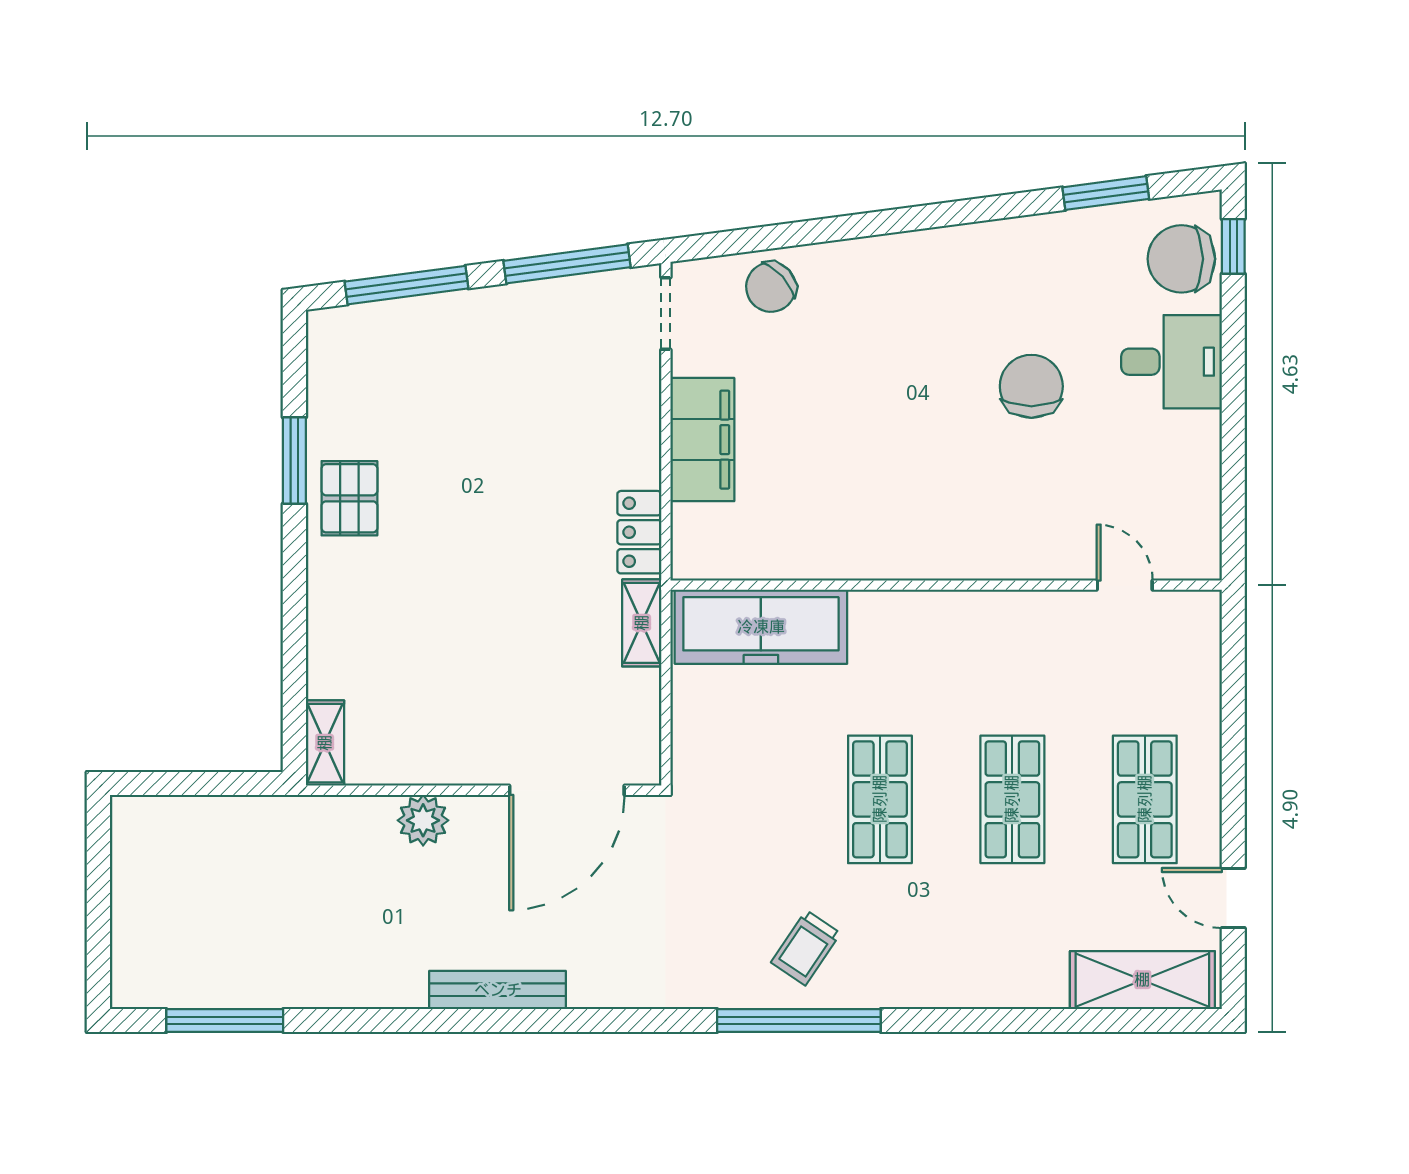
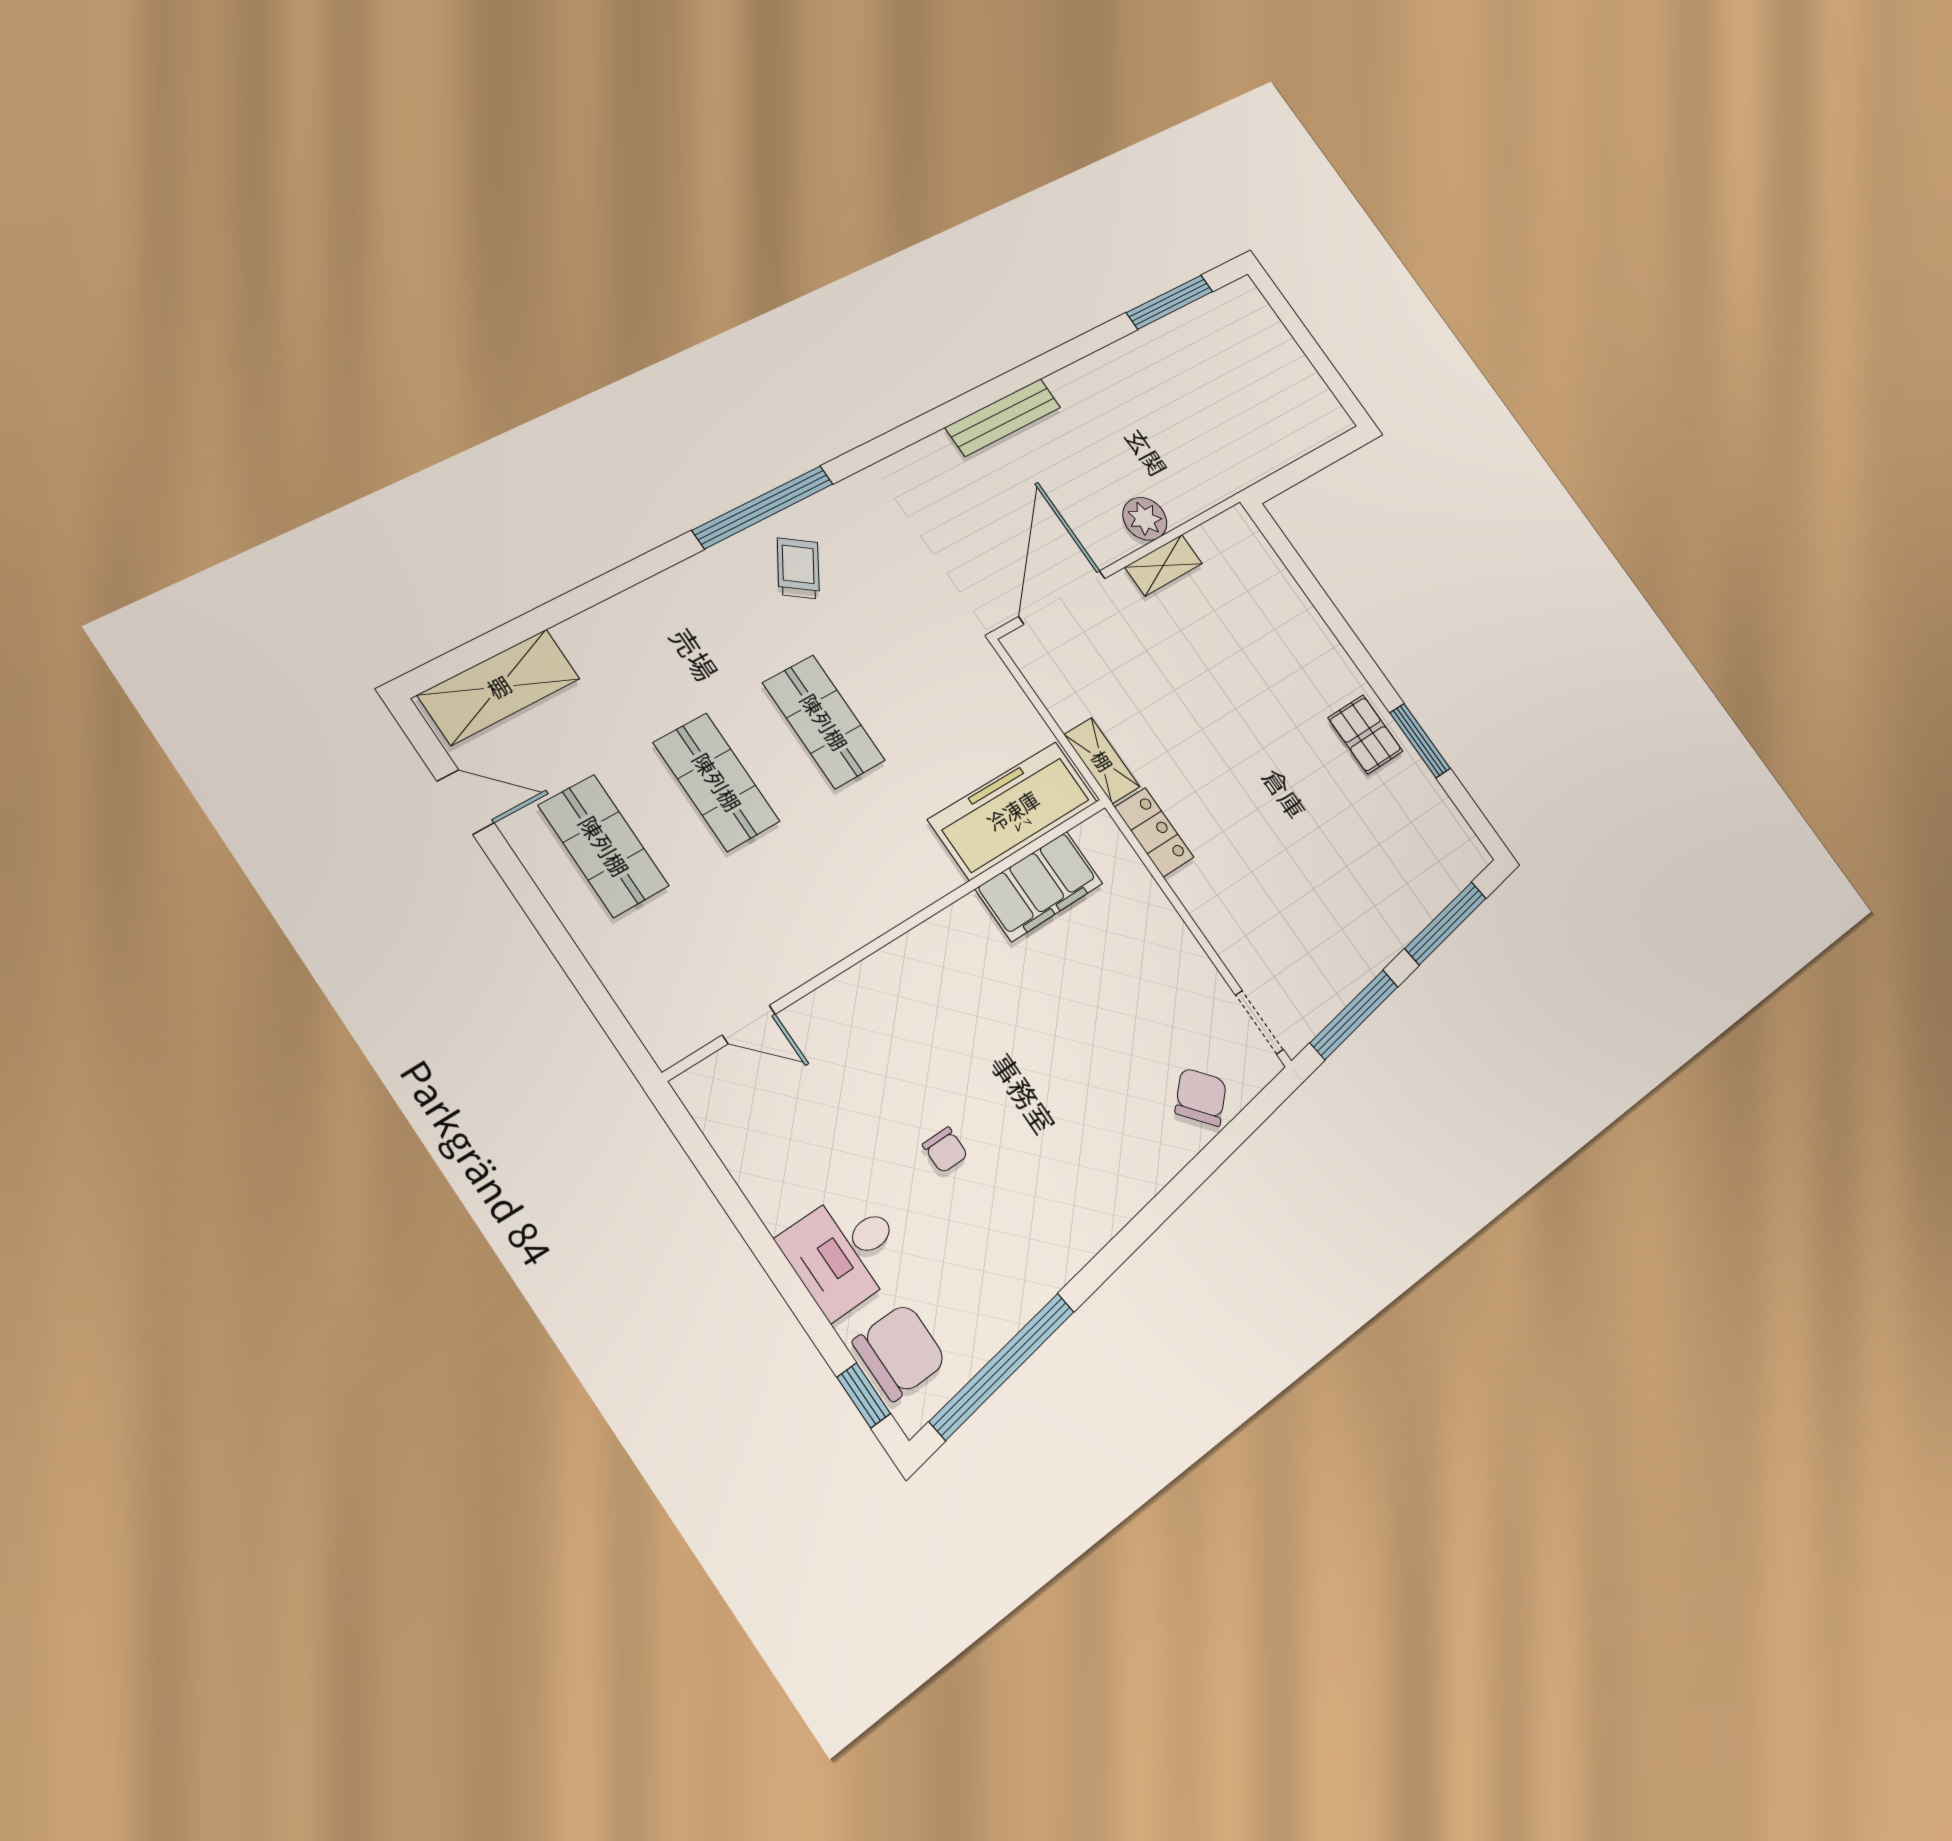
window: (1106, 193) -> (1003, 1366), width x2.11
chair: (1031, 386) -> (945, 1150), width x0.54, depth x0.54
filing cabinet: (702, 440) -> (1039, 886), moved, turned -90
shelving: (325, 743) -> (1164, 565), moved, turned 90

